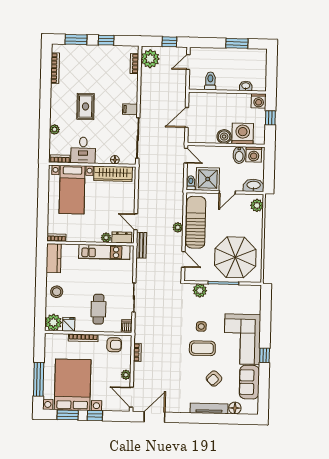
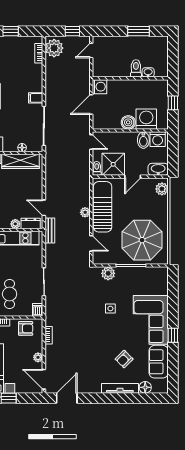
toilet: (210, 81) -> (136, 68), moved
washing machine: (259, 101) -> (100, 87), moved, turned -90
coffee table: (202, 348) -> (112, 330), removed

